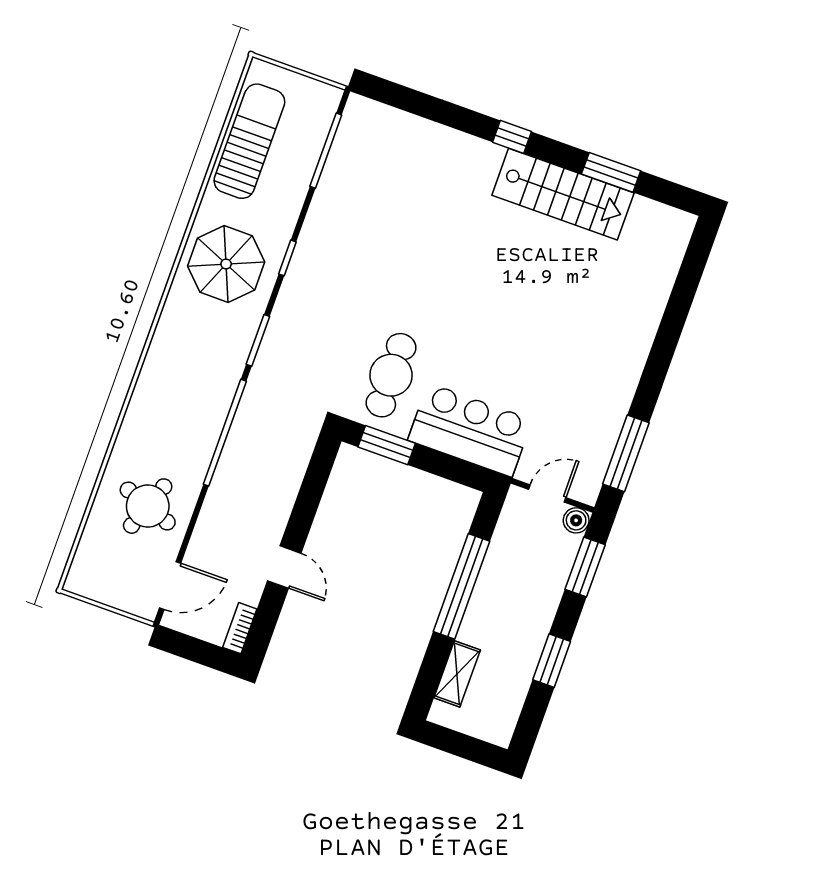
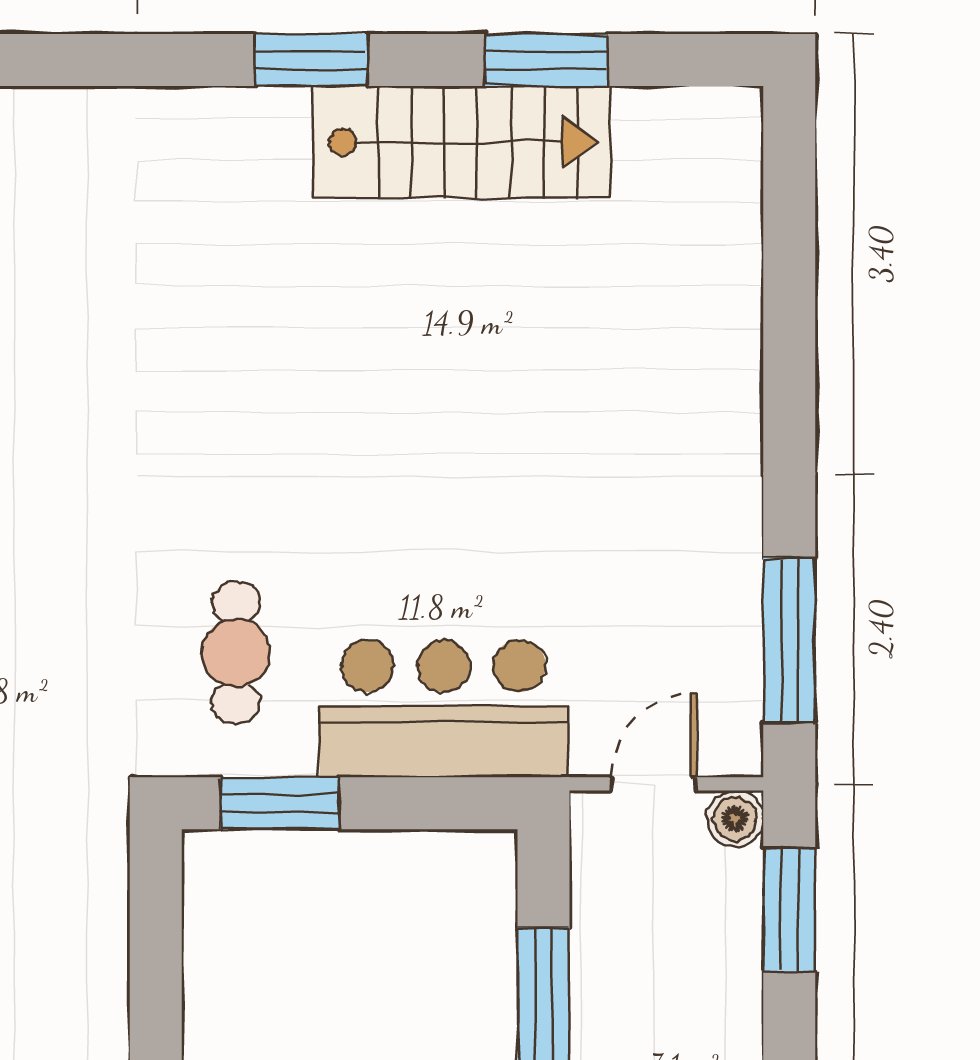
window: (512, 137) -> (311, 60), width x1.50
cafe table: (391, 375) -> (236, 653), width x0.73, depth x0.74

